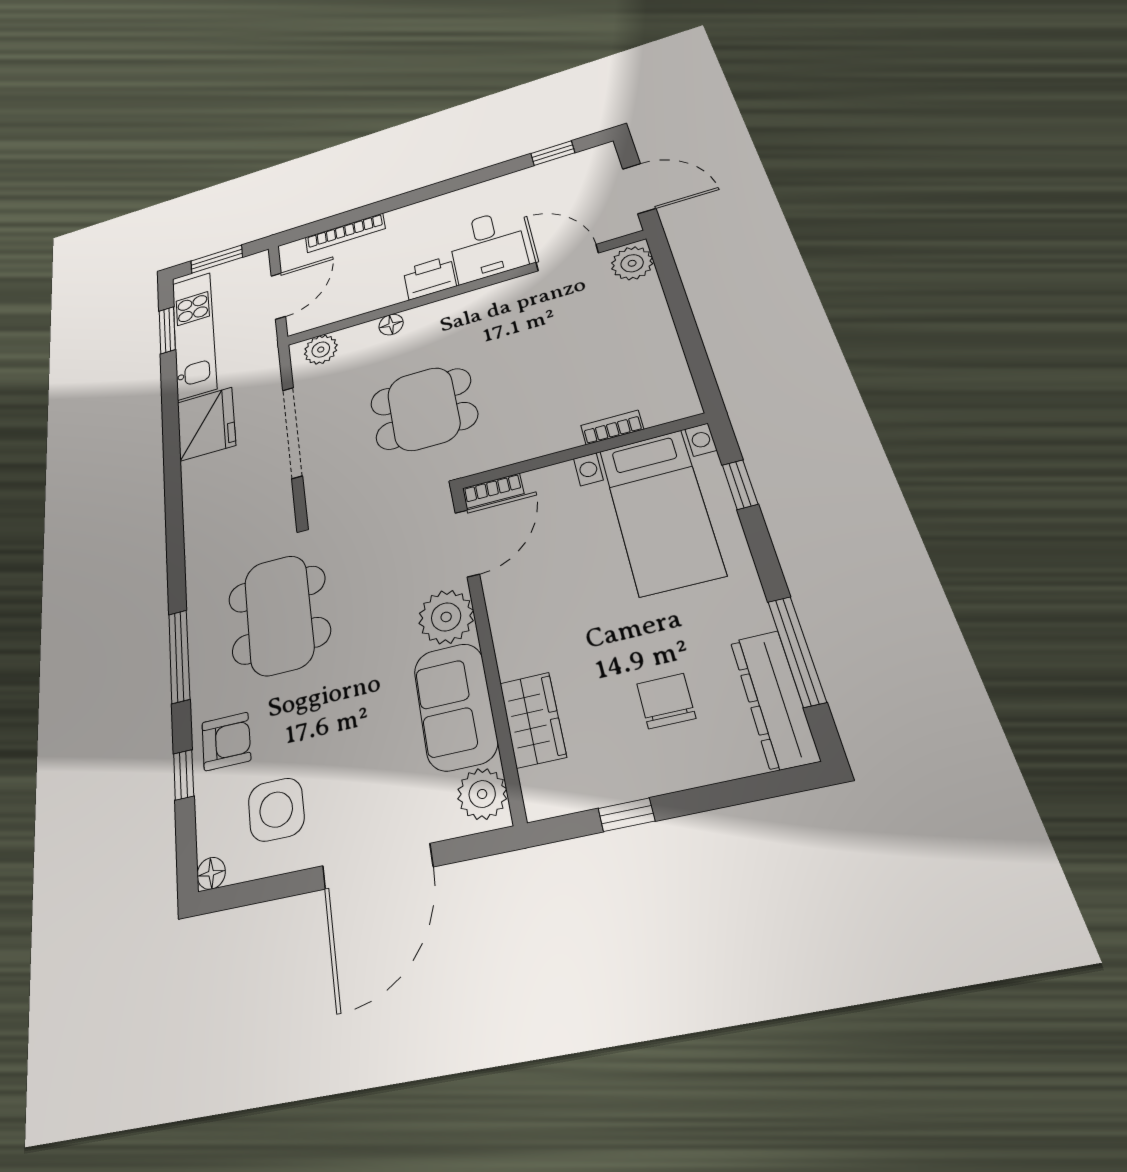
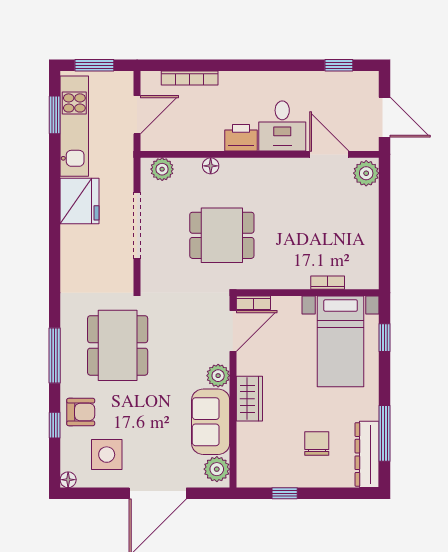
plant: (446, 617) -> (218, 376), width x0.73, depth x0.73
wardrobe: (533, 720) -> (249, 399), moved

